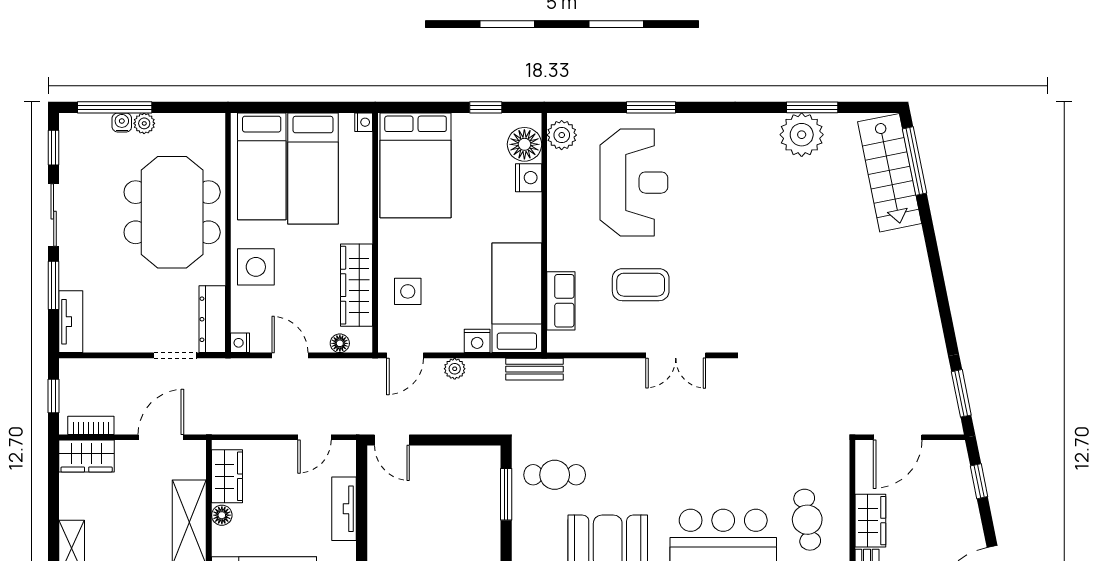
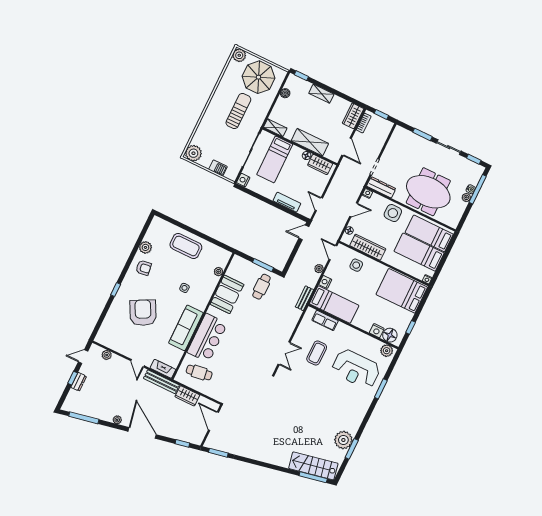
tv unit: (71, 322) -> (406, 134), removed
double door: (676, 355) -> (284, 353), swing flipped

